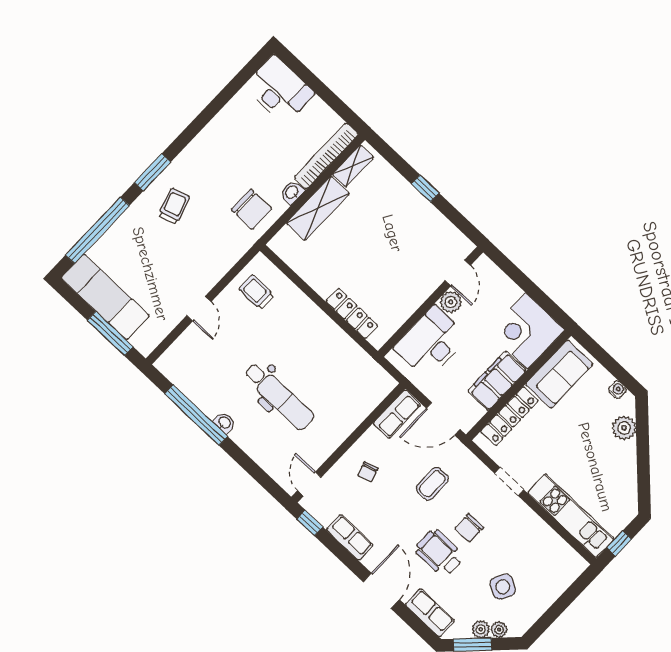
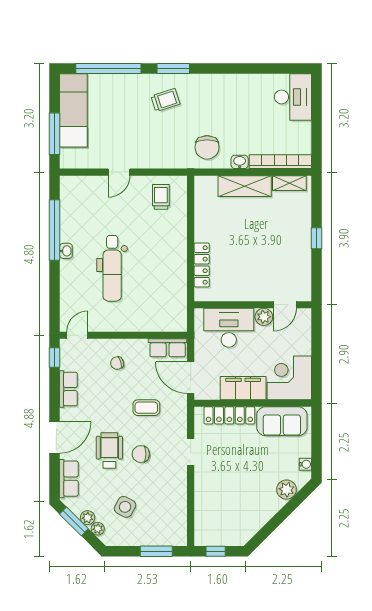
kitchen unit: (571, 516) -> (205, 507), removed
window: (569, 596) -> (156, 551), added

